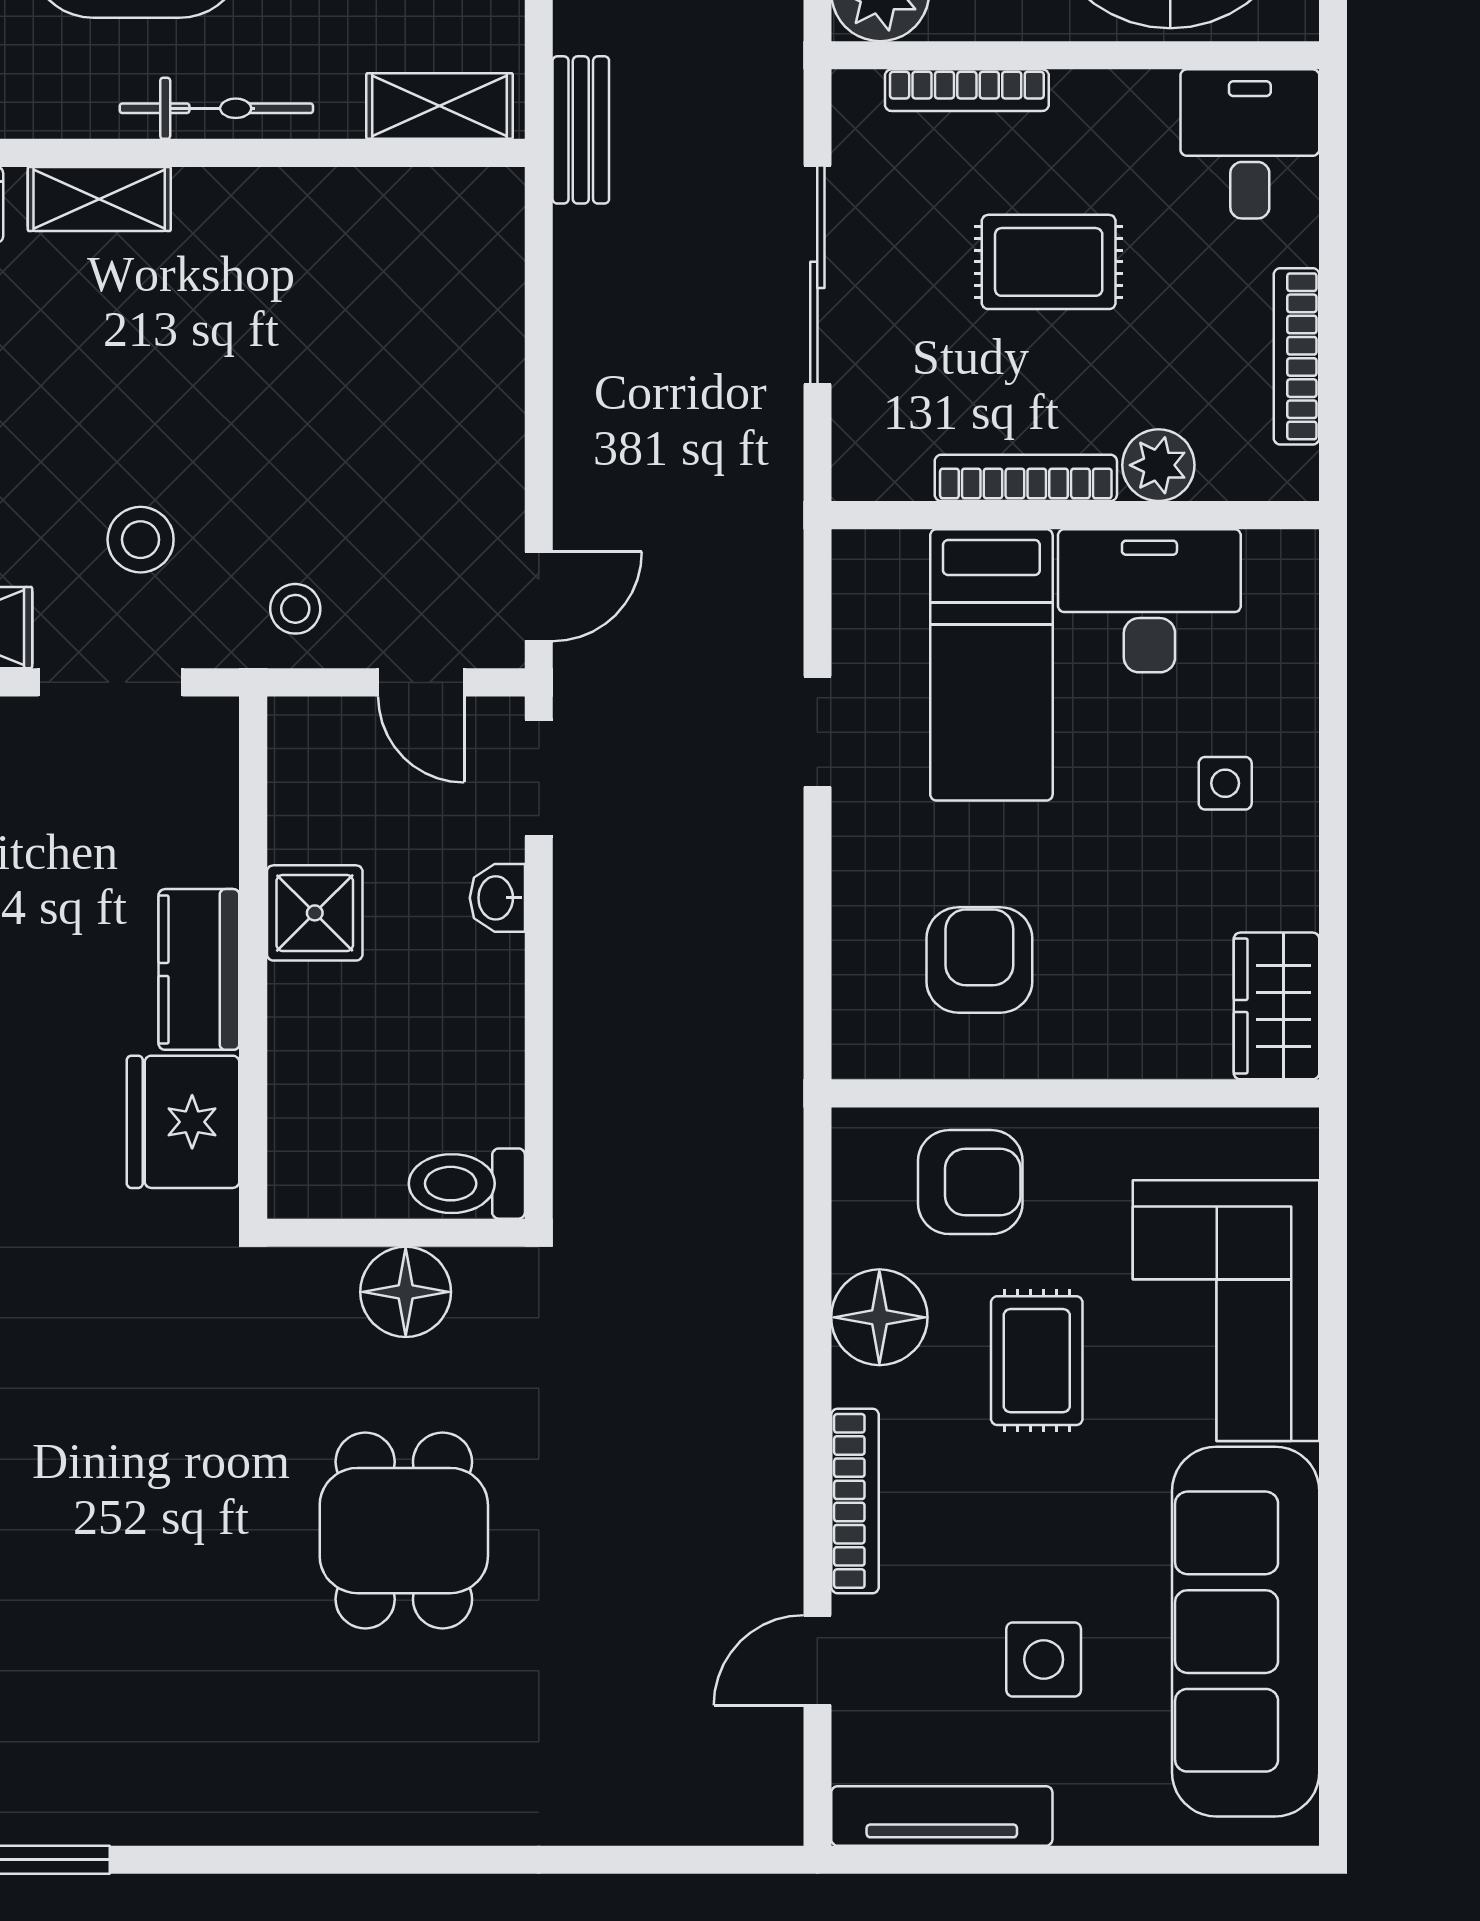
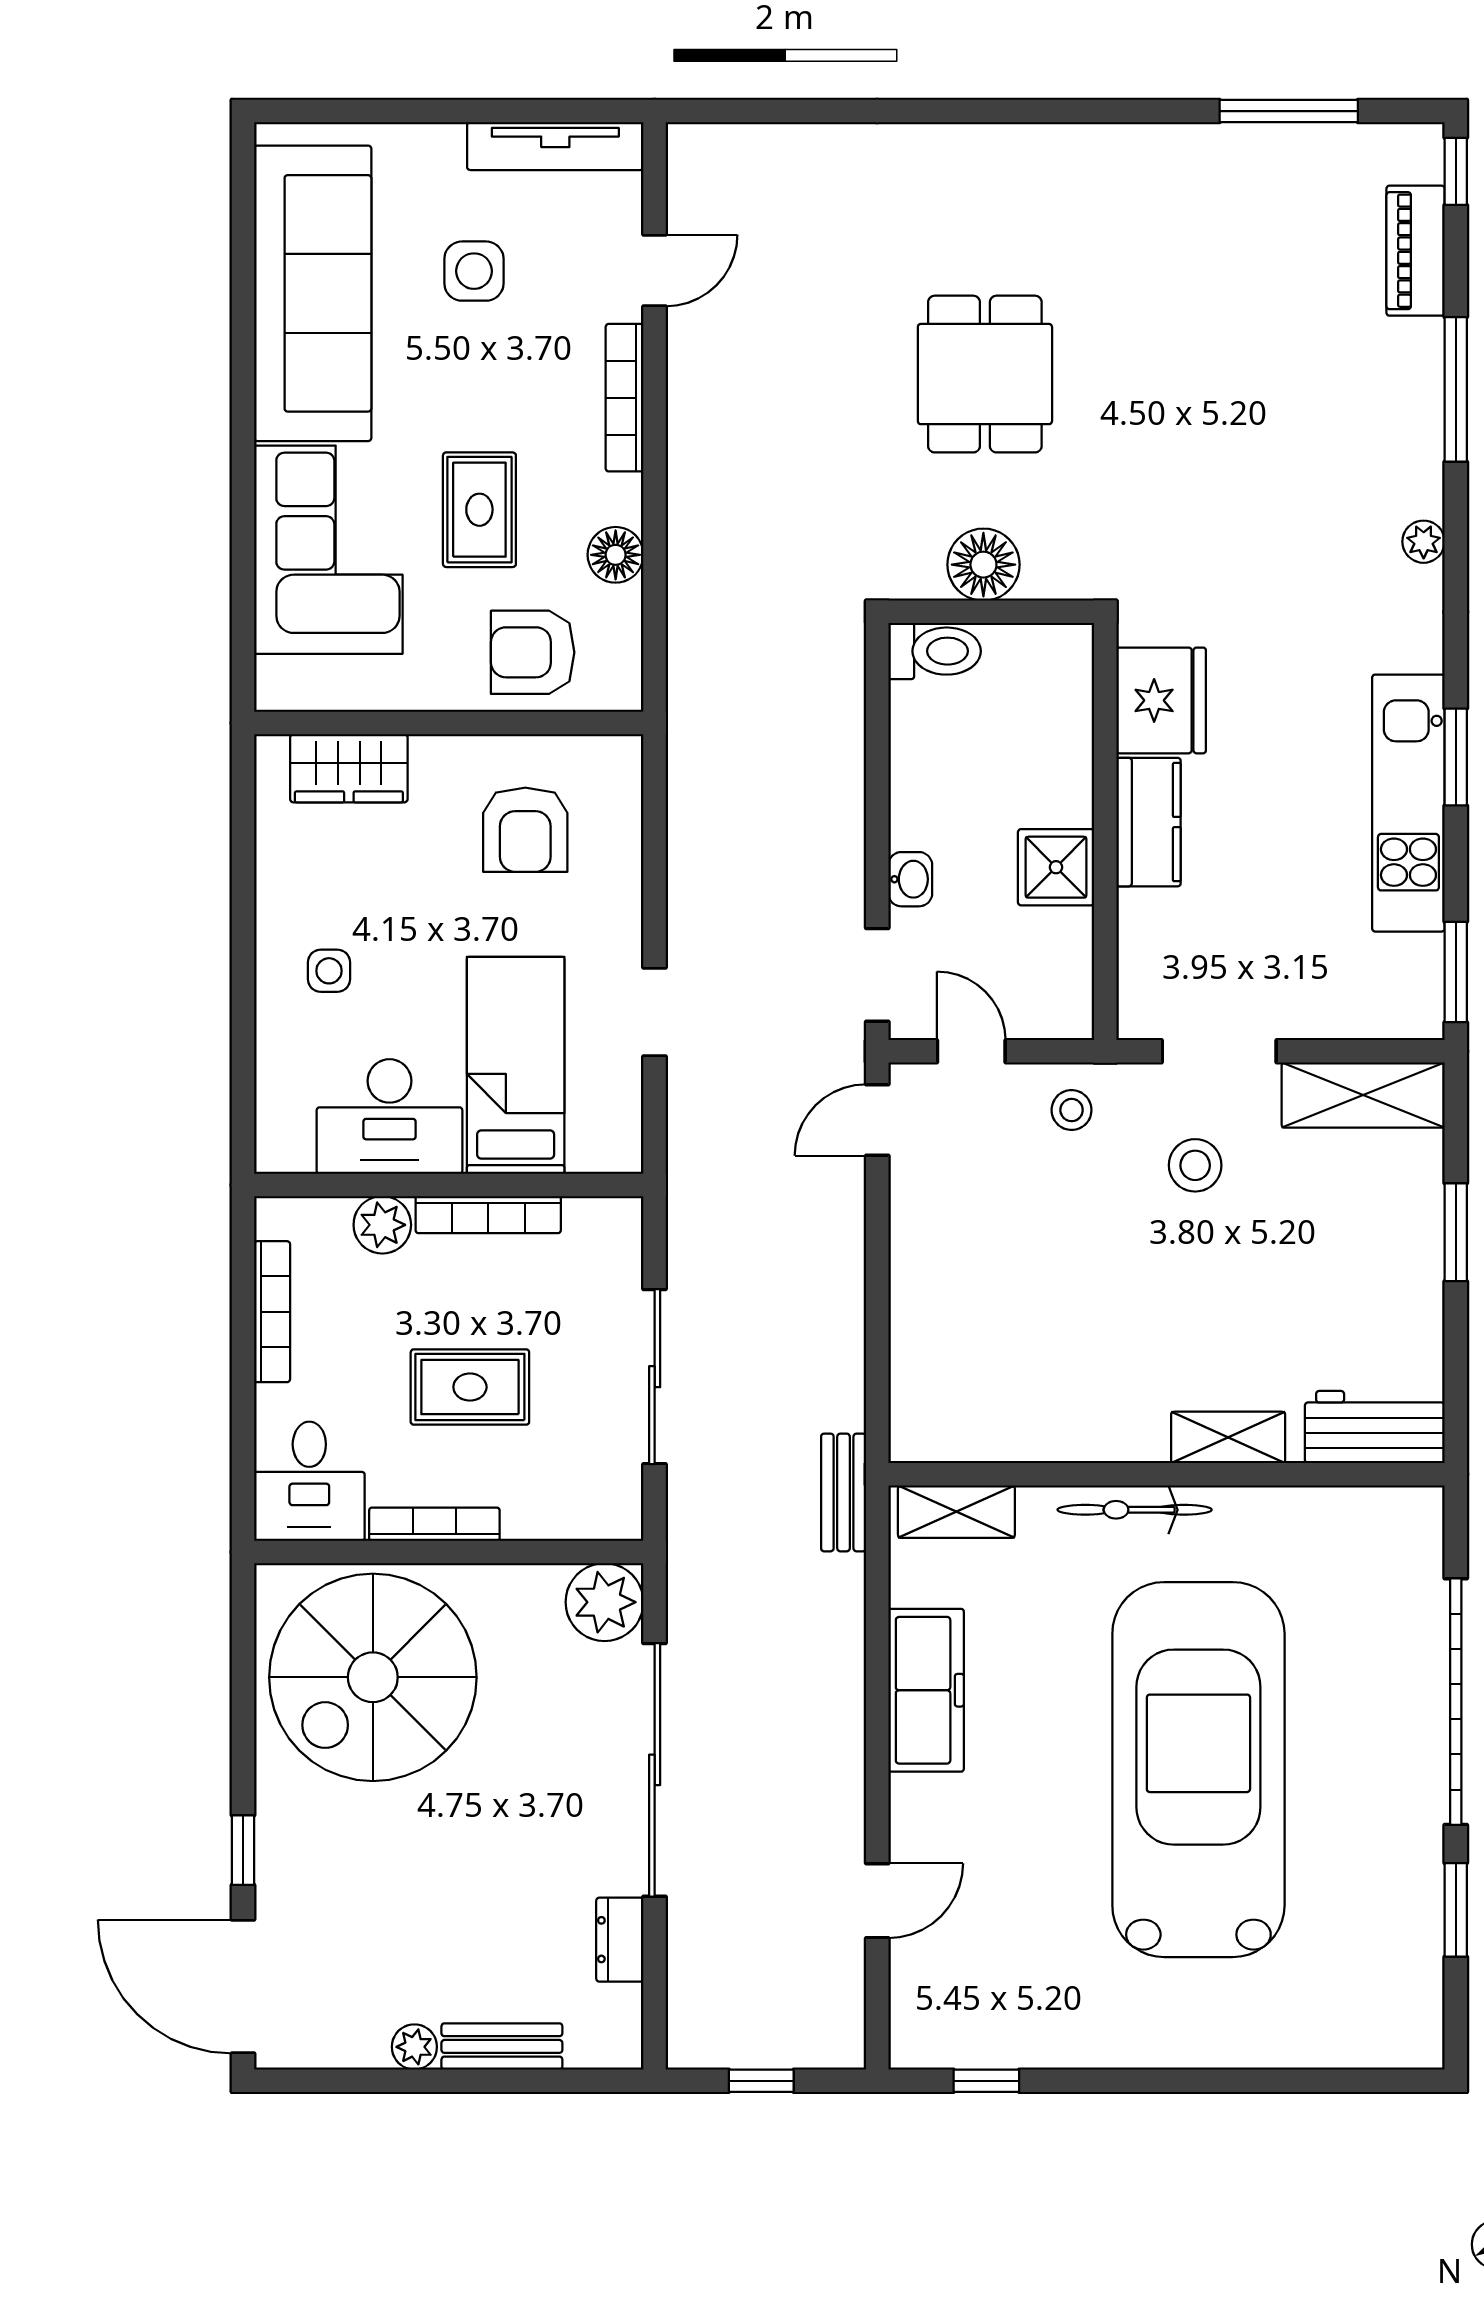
bookcase: (967, 90) -> (434, 1524), moved
wardrobe: (1276, 1006) -> (349, 768), moved, turned 90
floor lamp: (879, 1317) -> (616, 555), width x0.73, depth x0.73

